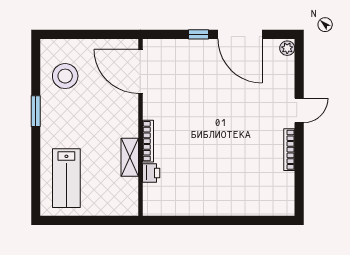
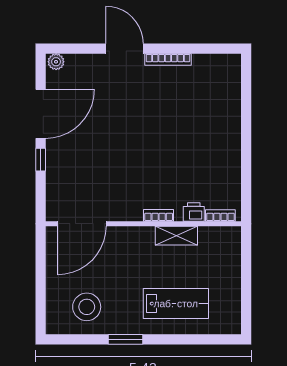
door: (299, 110) -> (125, 49), width x1.38
bookcase: (148, 141) -> (159, 215), width x0.64
lab bench: (66, 178) -> (176, 304), moved
bookcase: (148, 197) -> (220, 215), added

